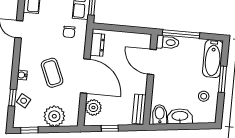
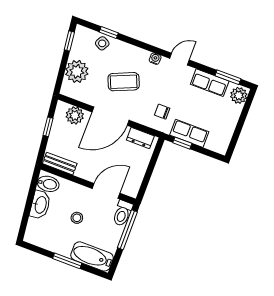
water cooler: (22, 75) -> (155, 59), moved
stool: (204, 96) -> (77, 218), moved

